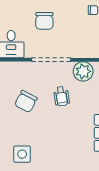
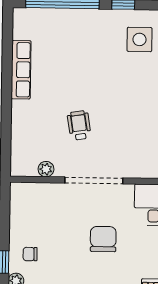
plant: (83, 71) -> (46, 169), width x0.53, depth x0.53
chair: (26, 101) -> (133, 118), removed

